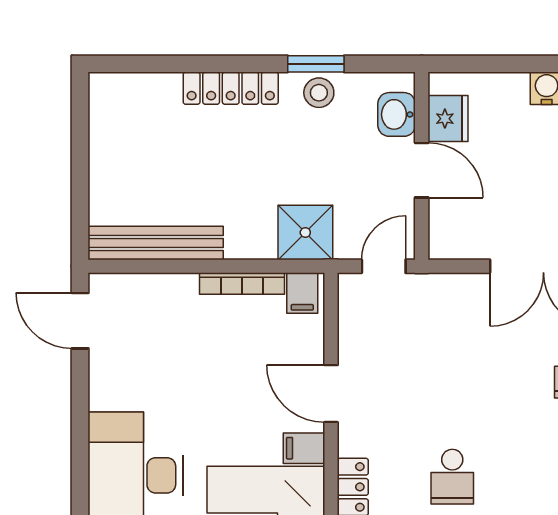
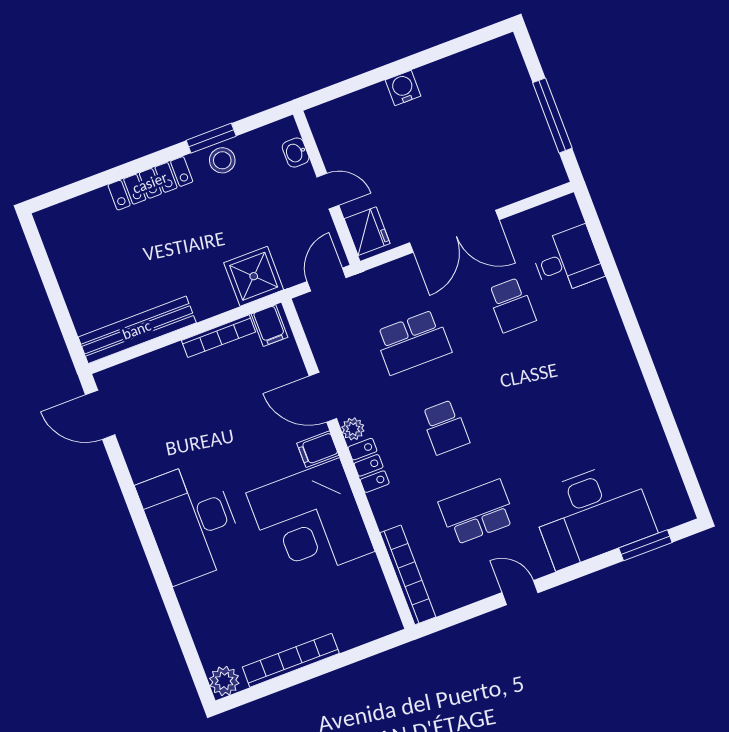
washbasin: (397, 114) -> (296, 153), width x0.72, depth x0.69
fridge: (448, 119) -> (367, 231), moved
door: (422, 170) -> (328, 191), width x0.73
school desk: (452, 370) -> (413, 342), added
plant: (351, 441) -> (353, 429), added

